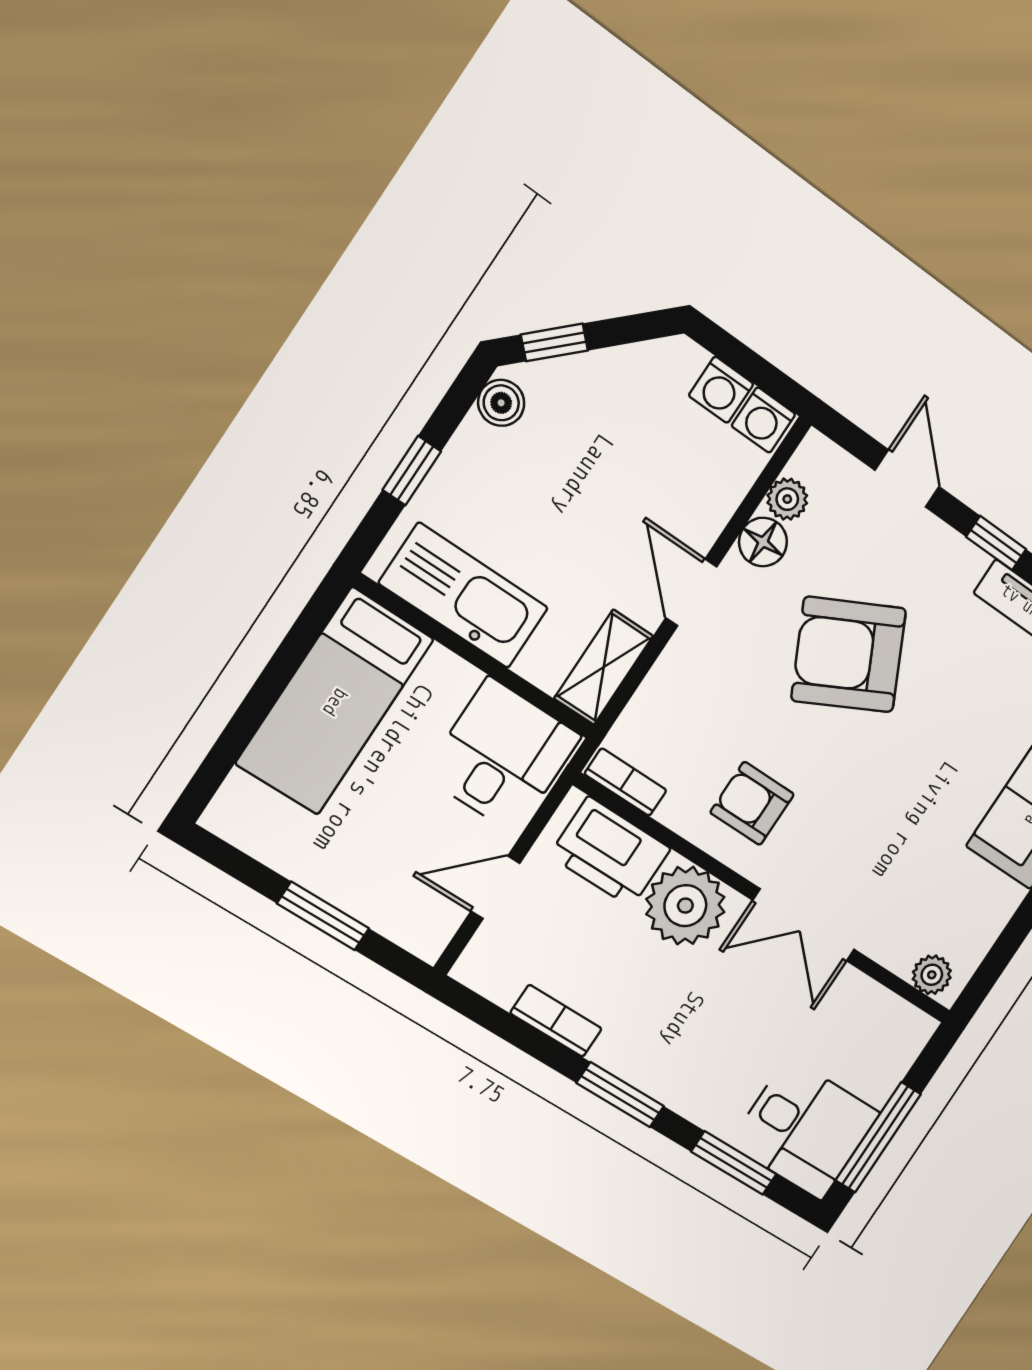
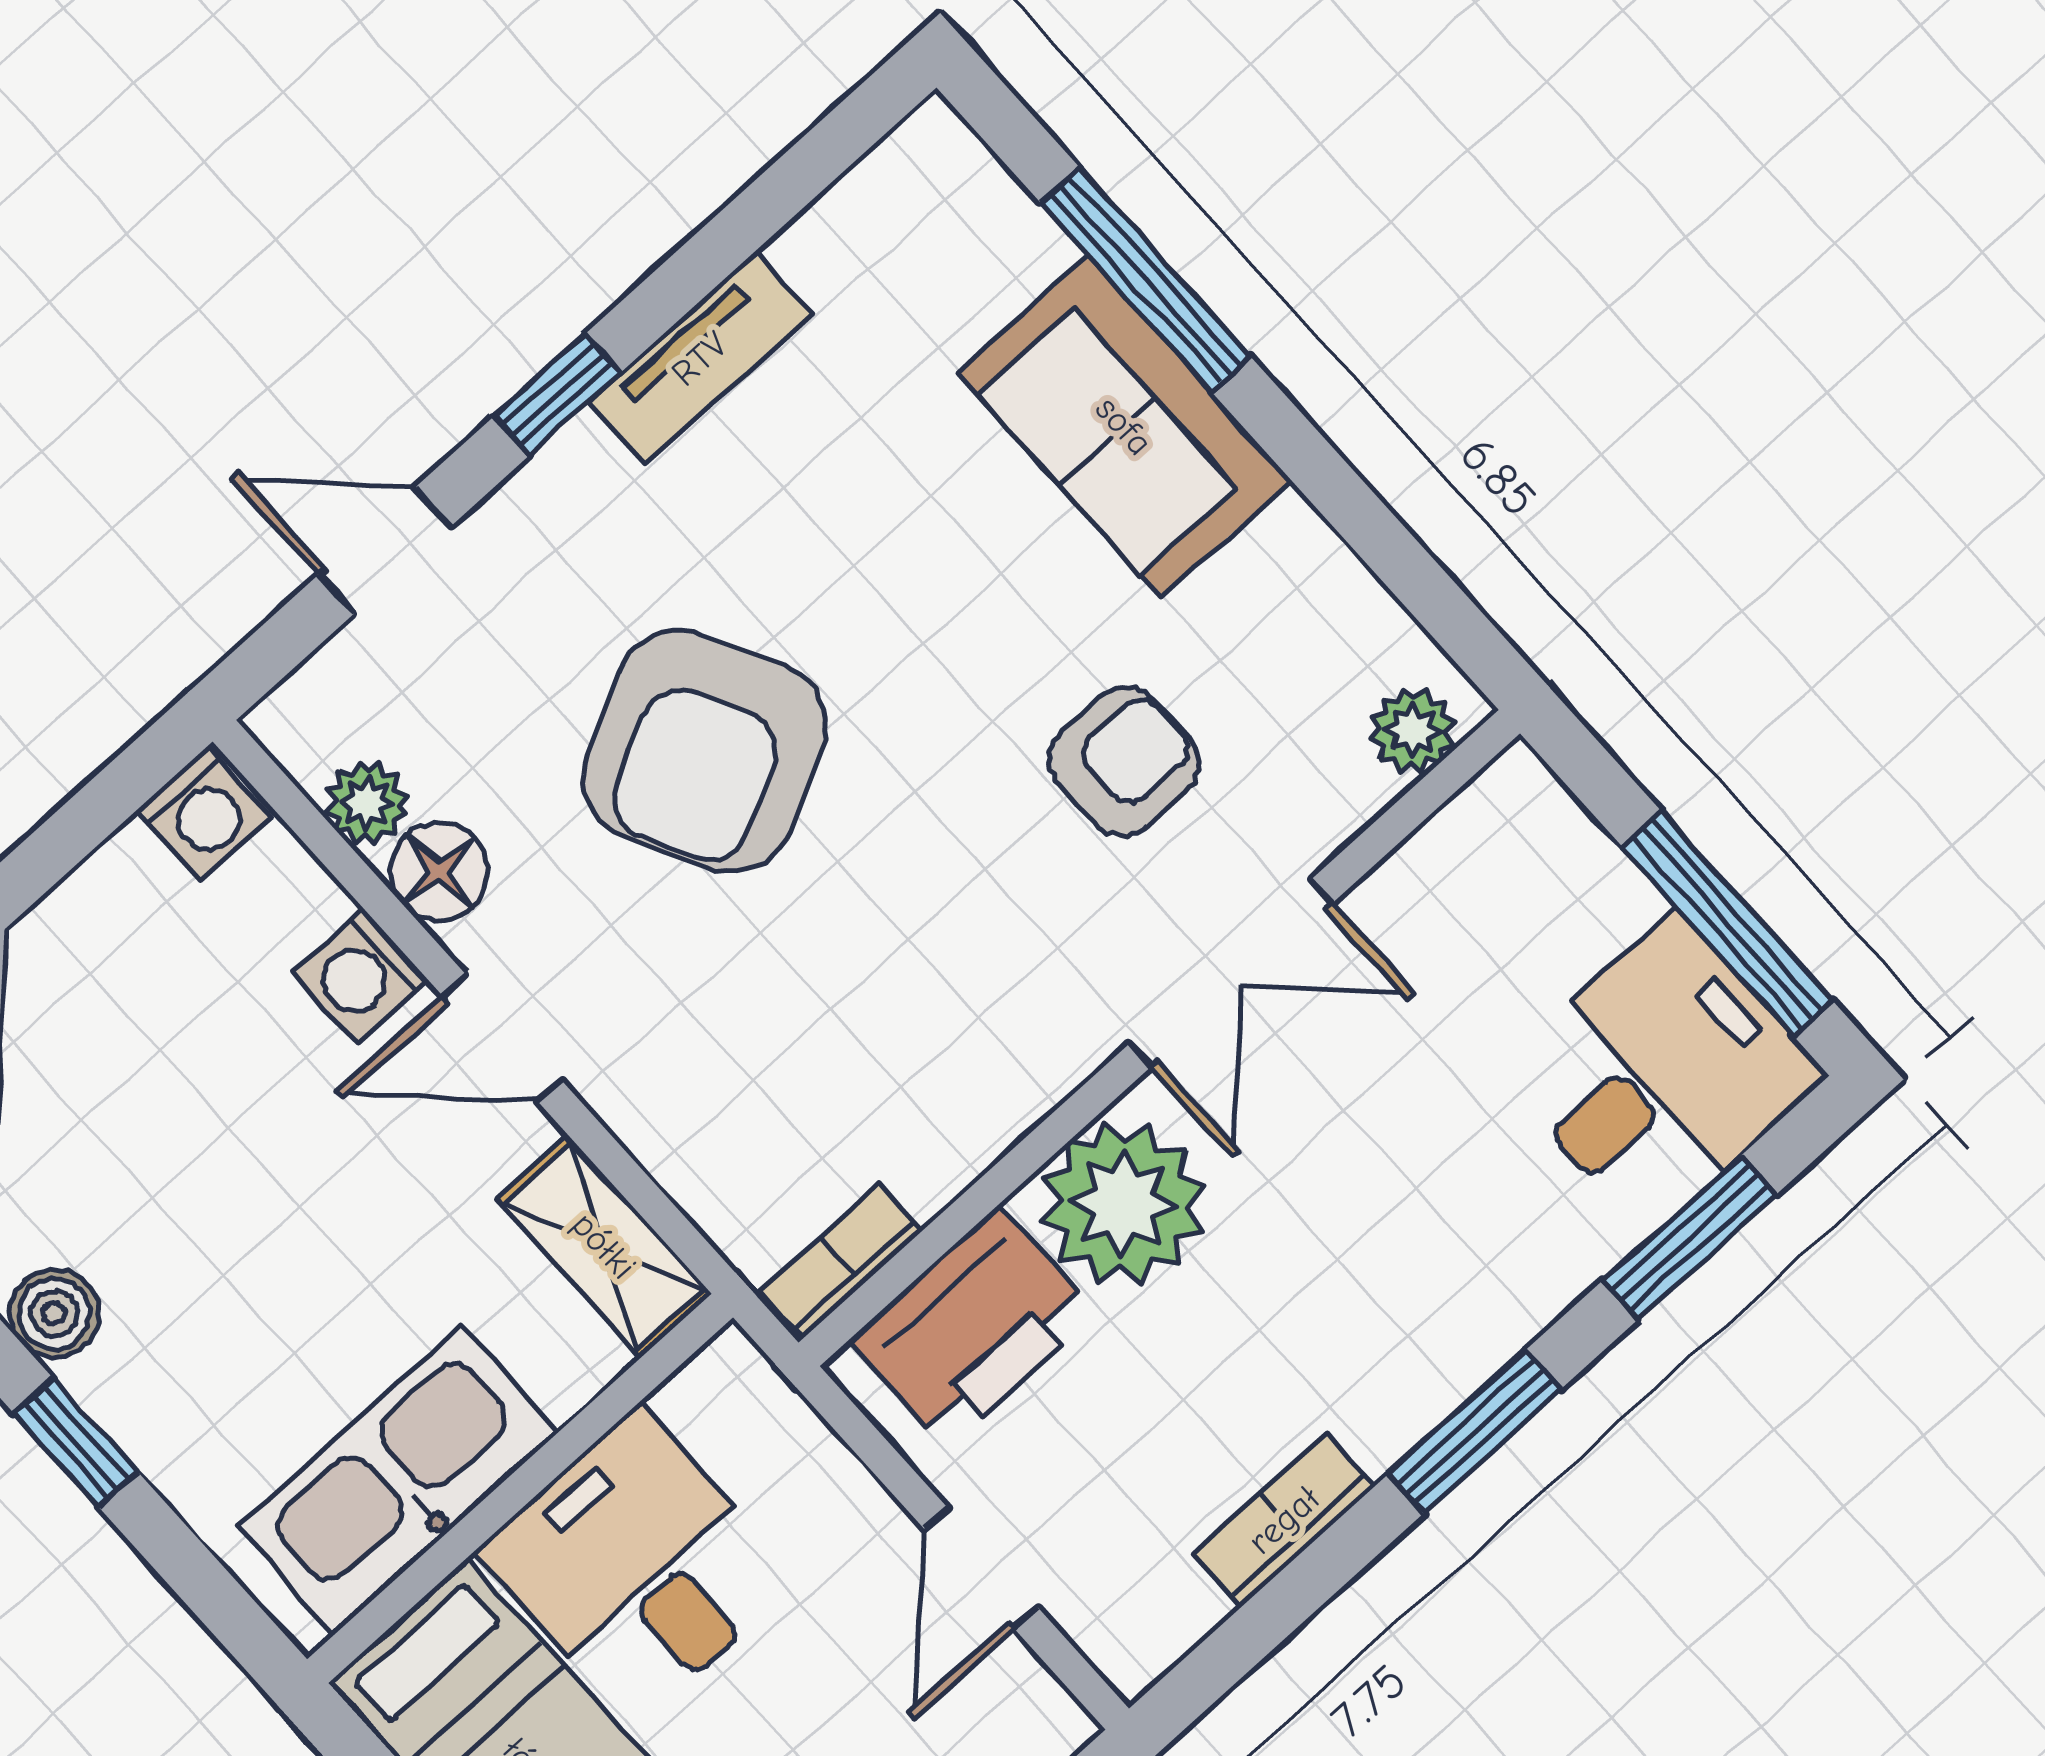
washing machine: (721, 390) -> (360, 976), moved, turned 90
window: (412, 471) -> (76, 1443), moved
desk: (502, 756) -> (638, 1566), moved
armchair: (752, 803) -> (1124, 761), moved, turned 180

